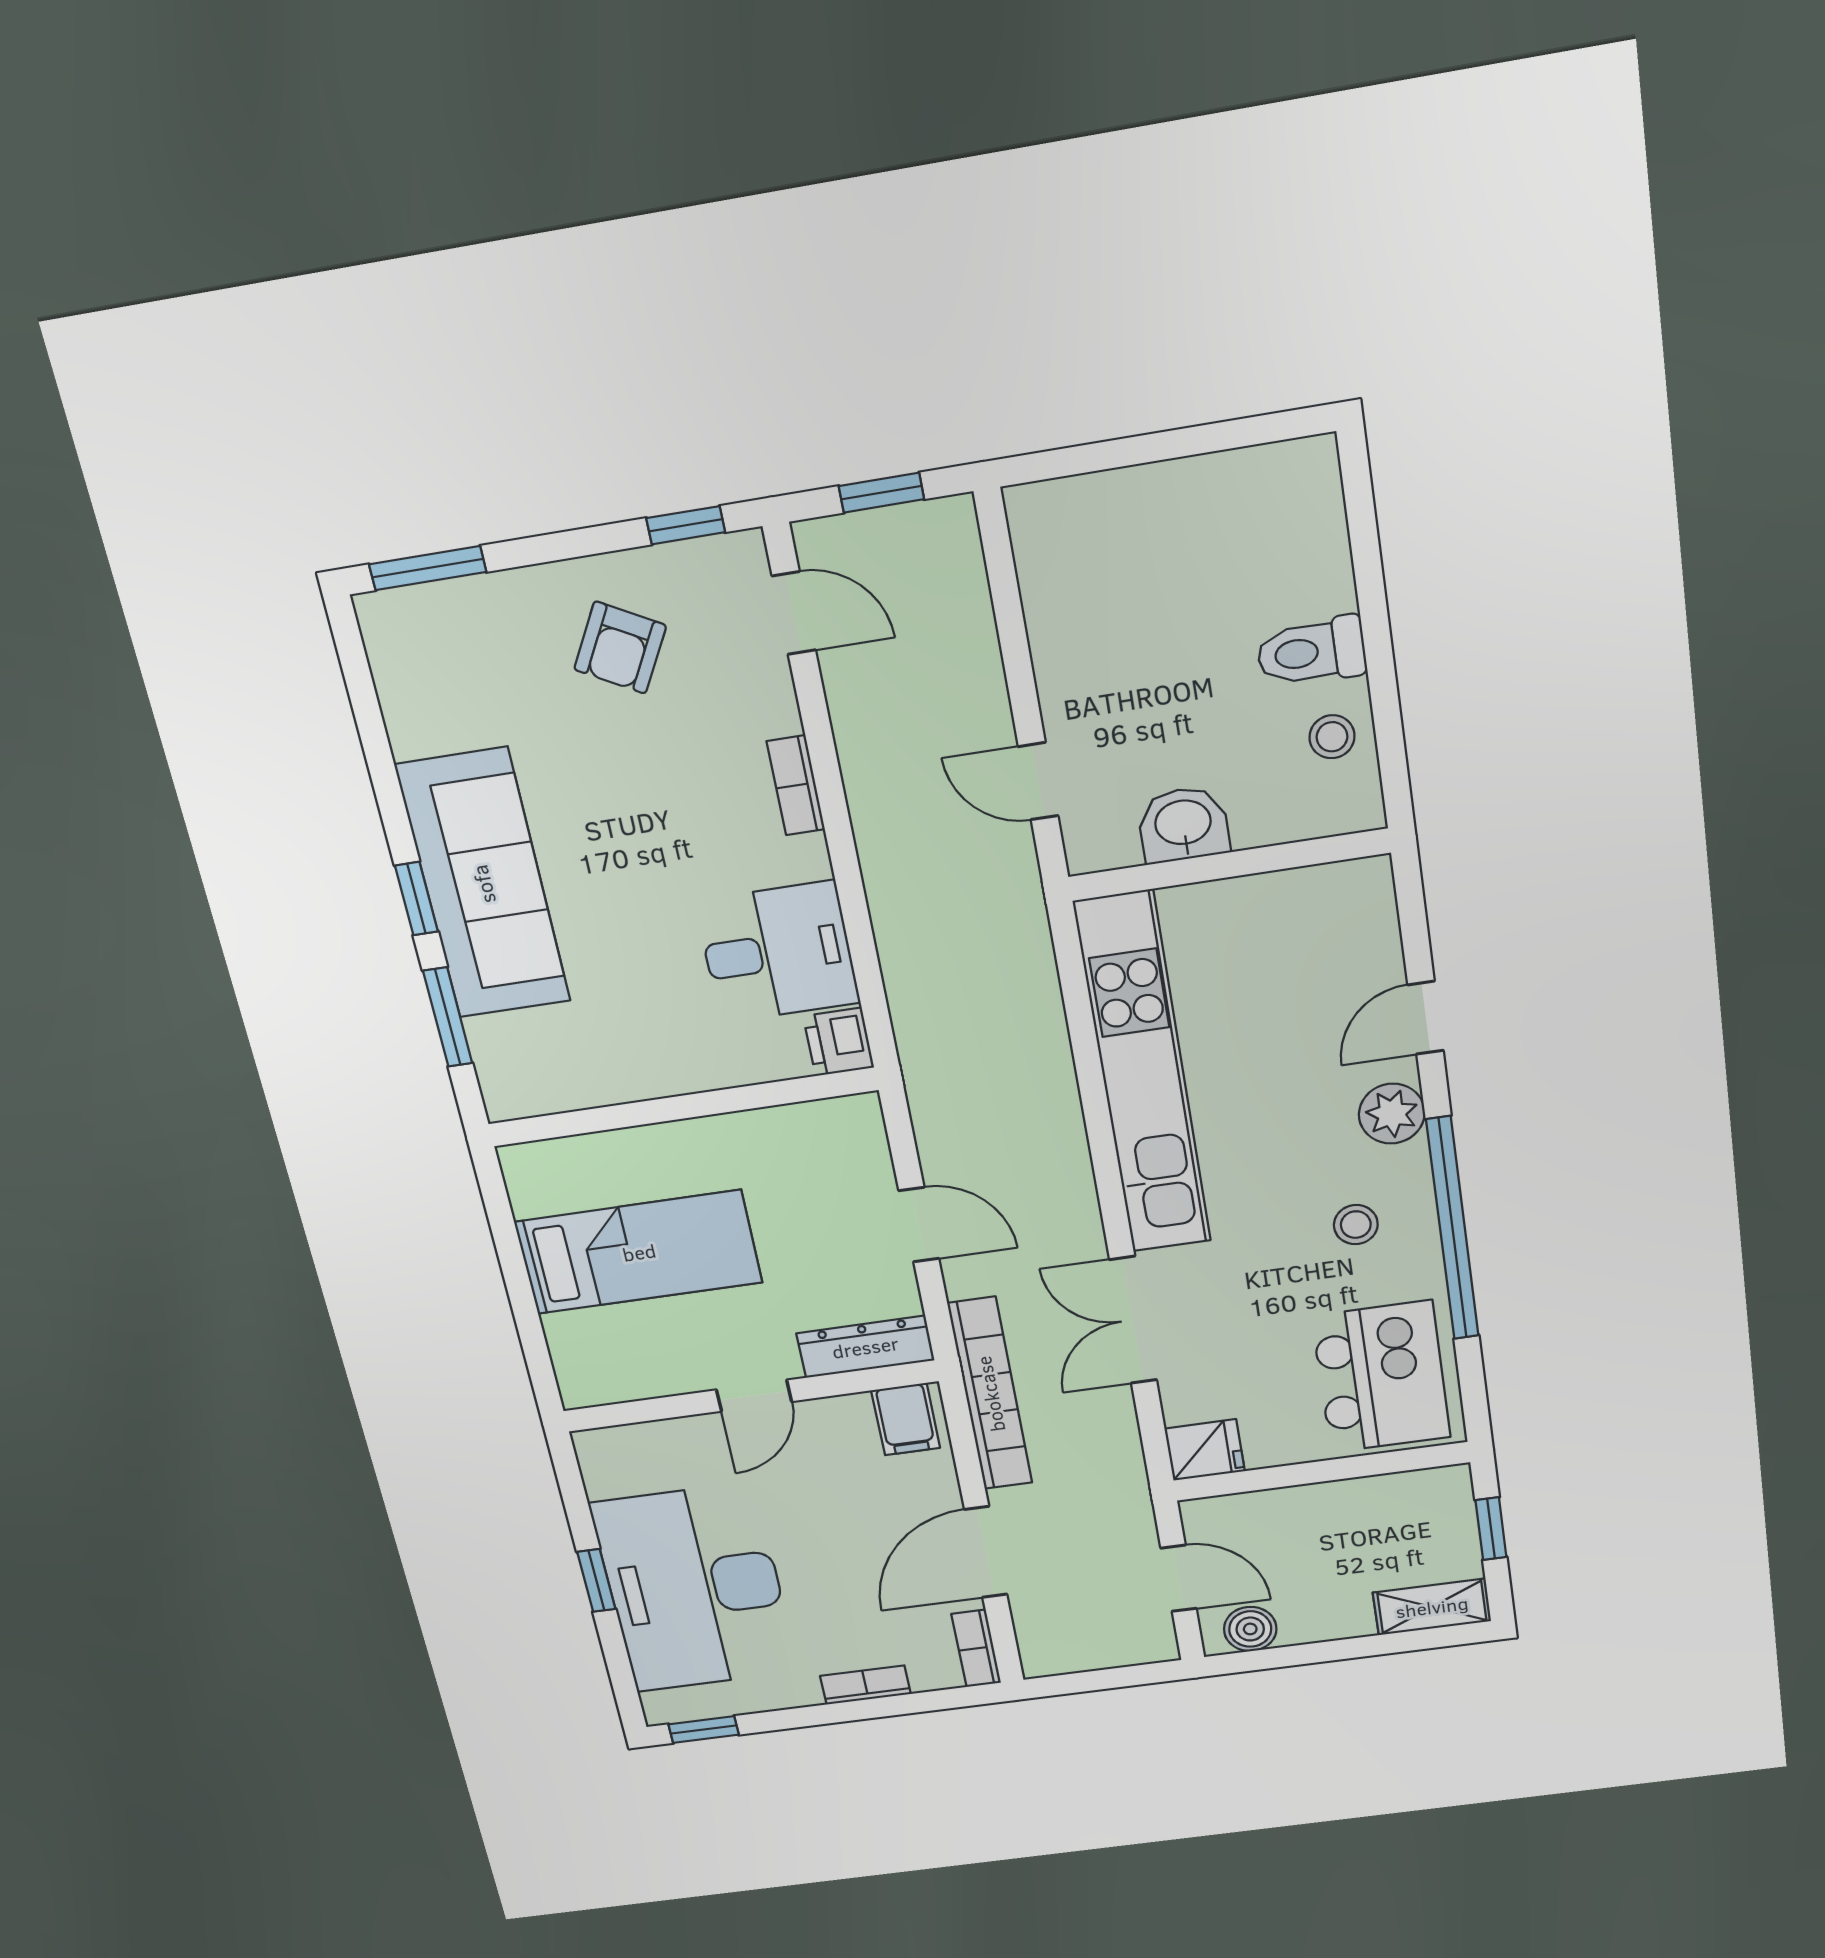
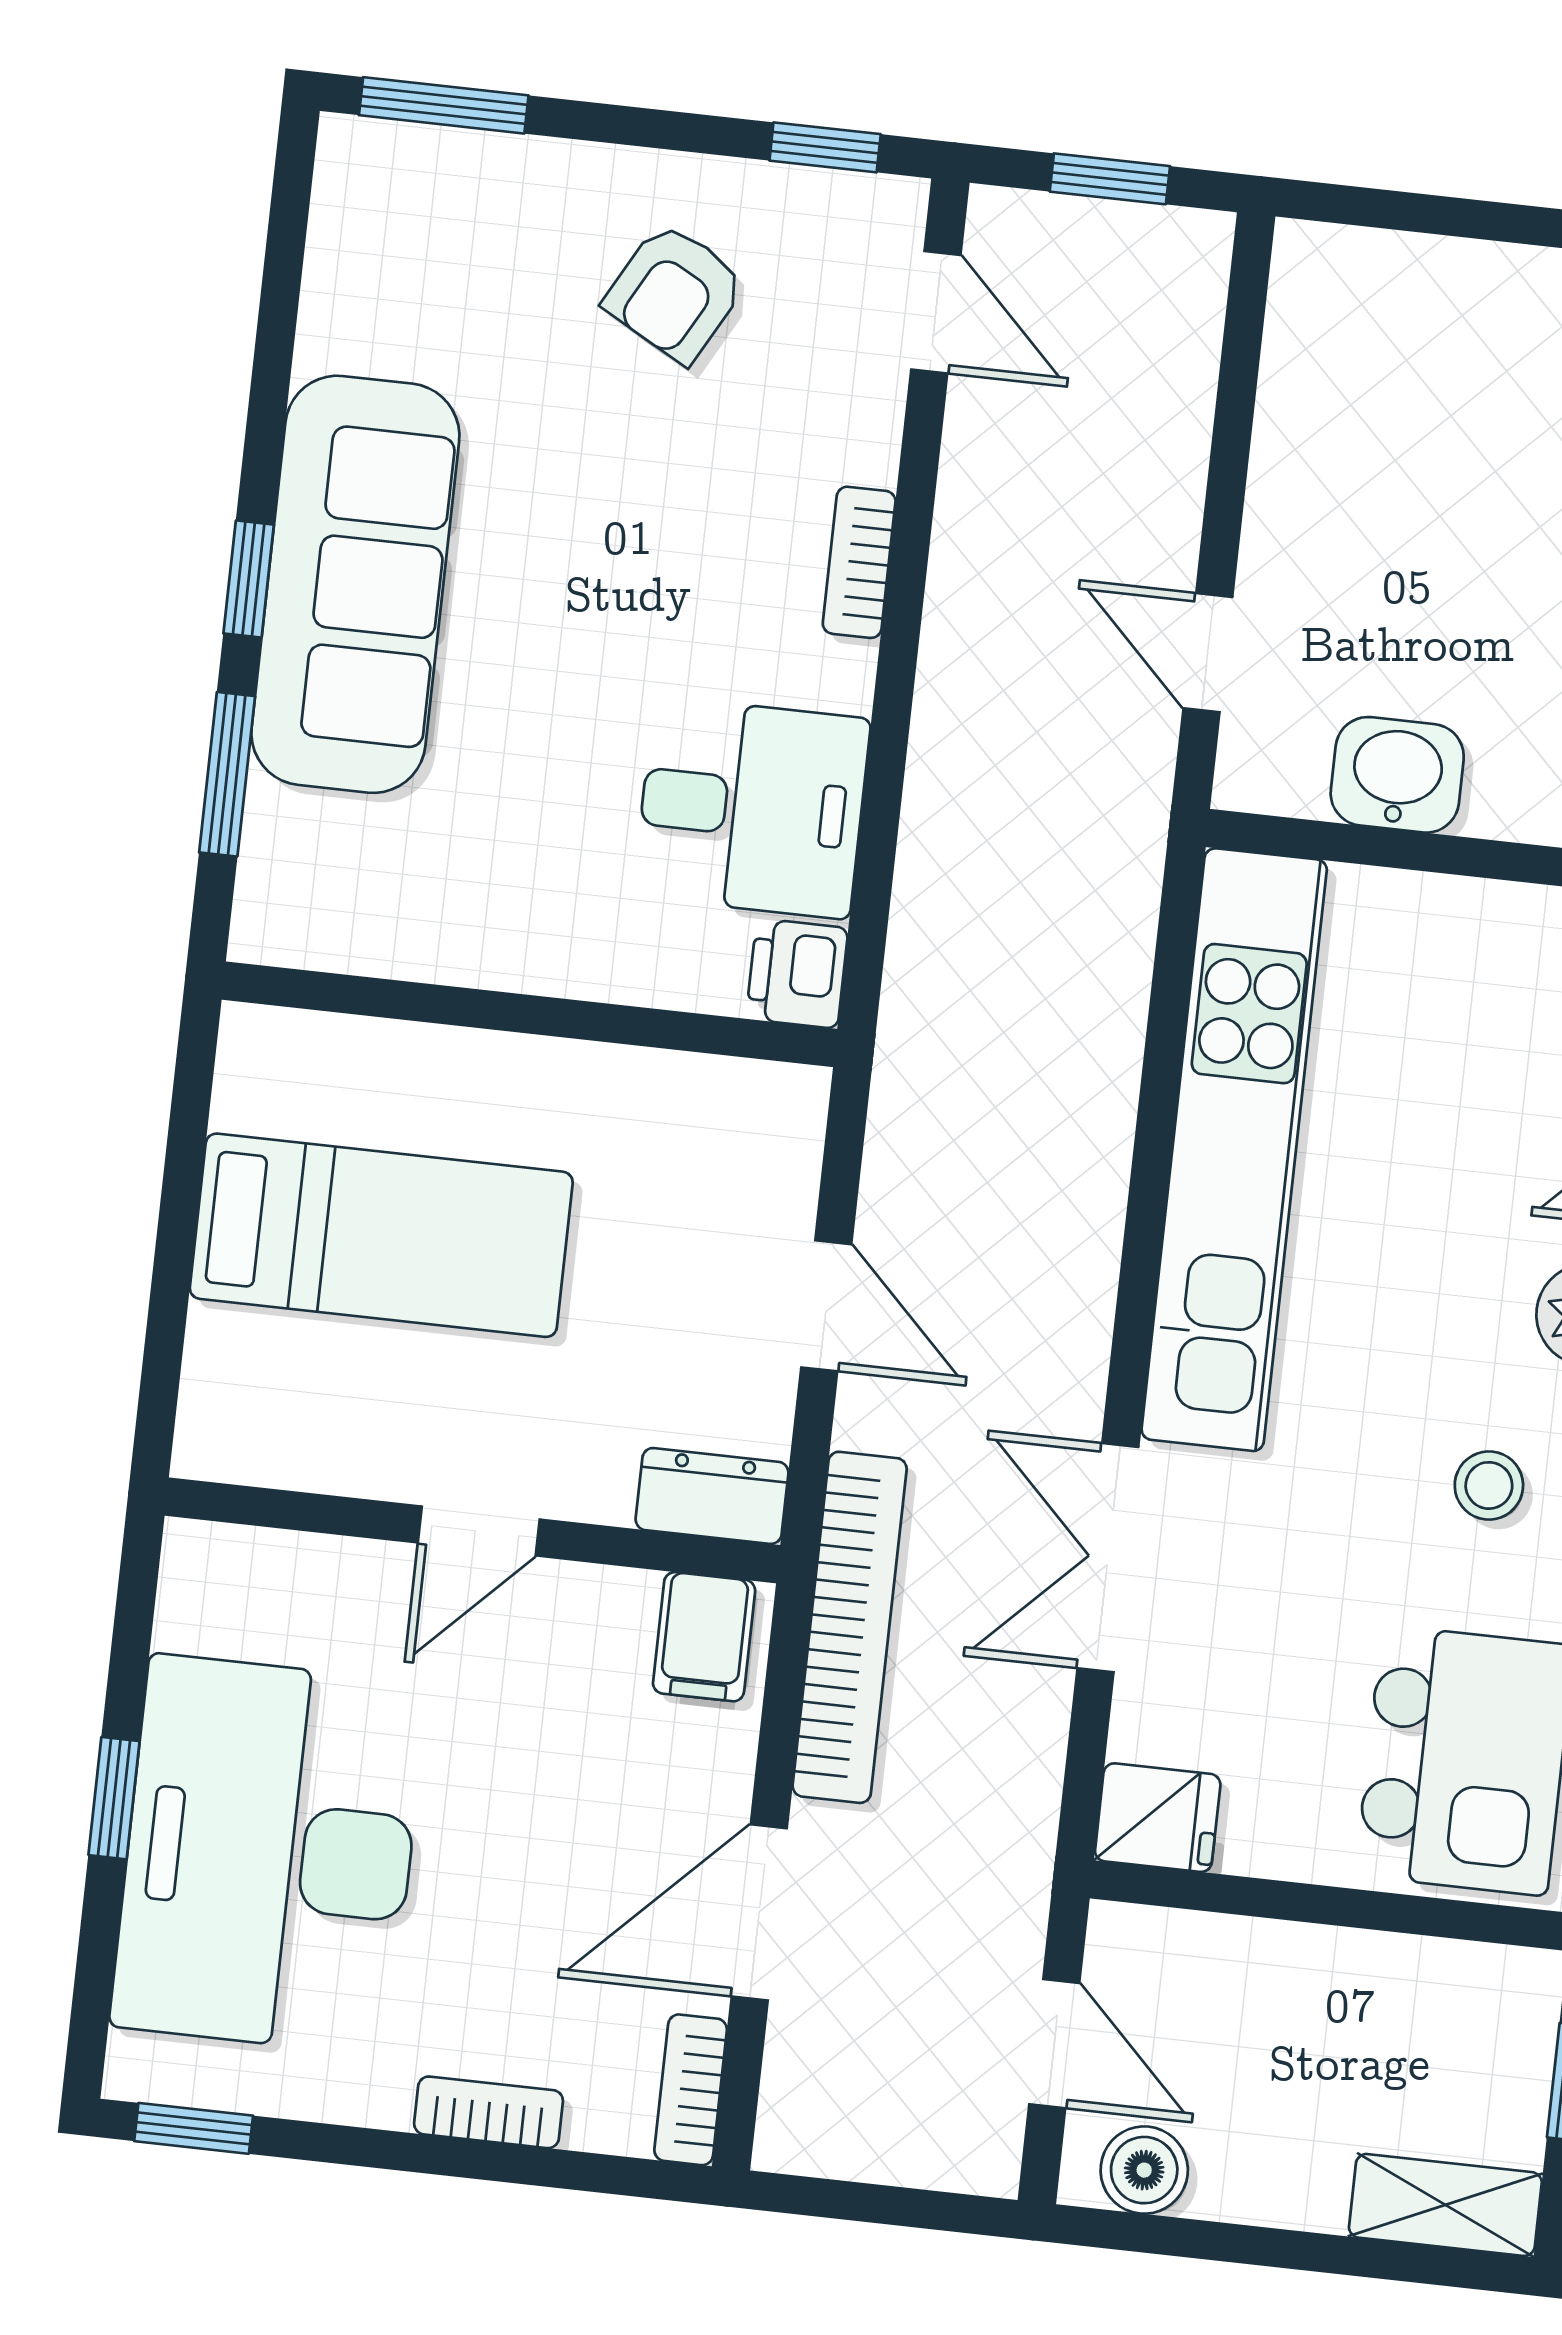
dresser: (865, 1347) -> (712, 1496), width x0.70

